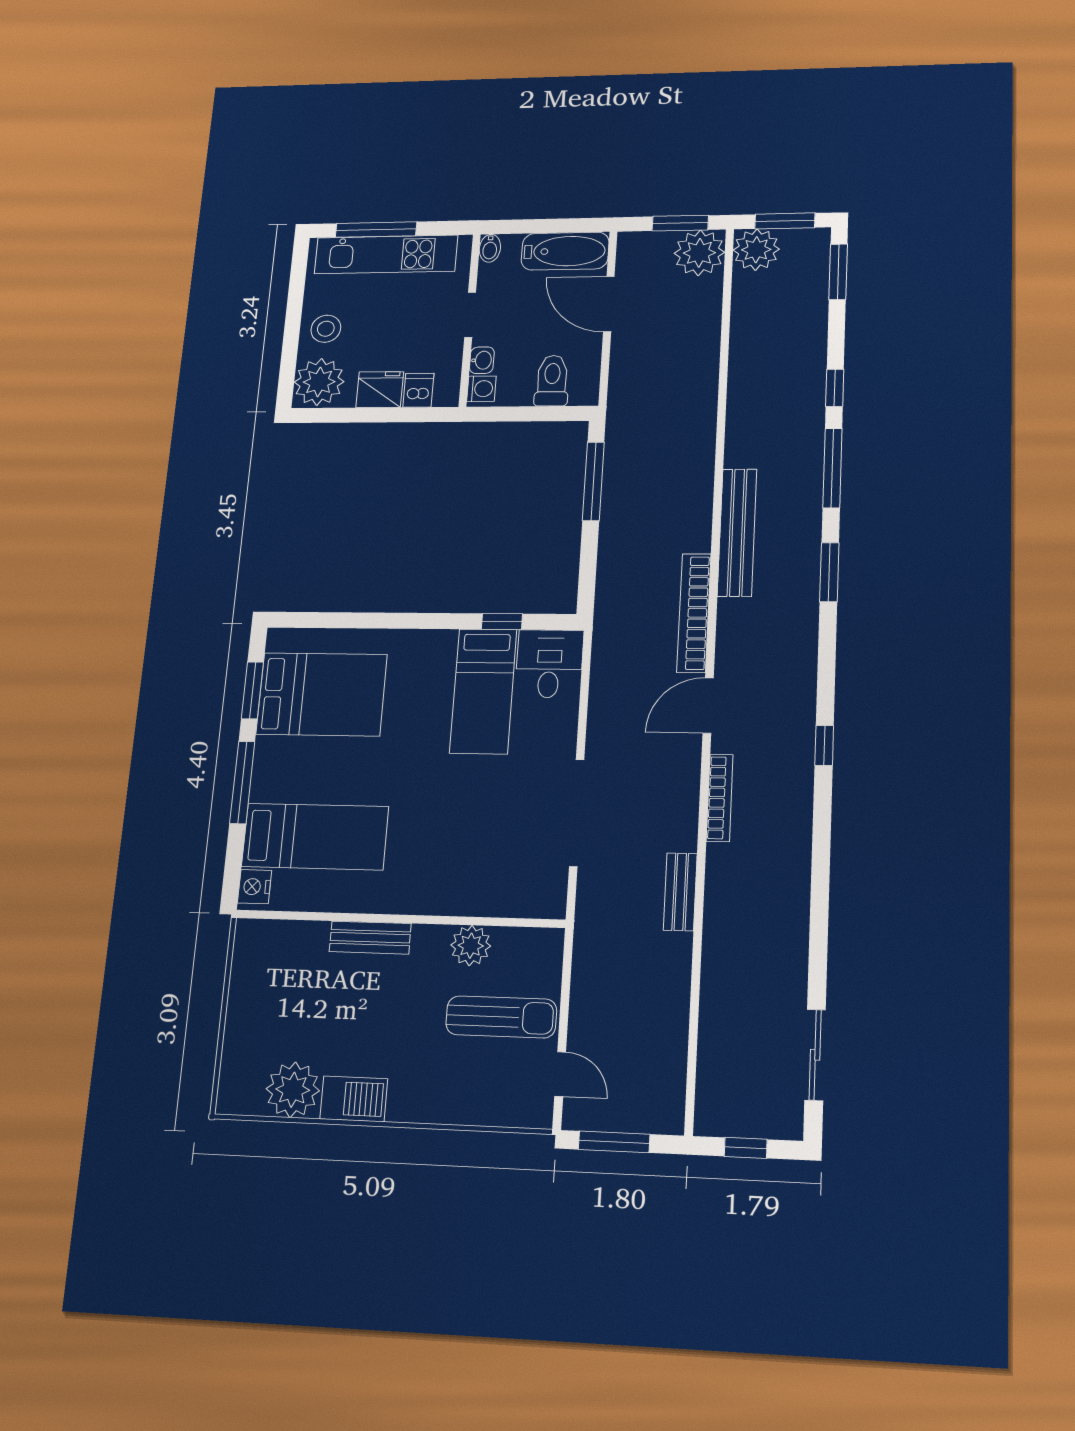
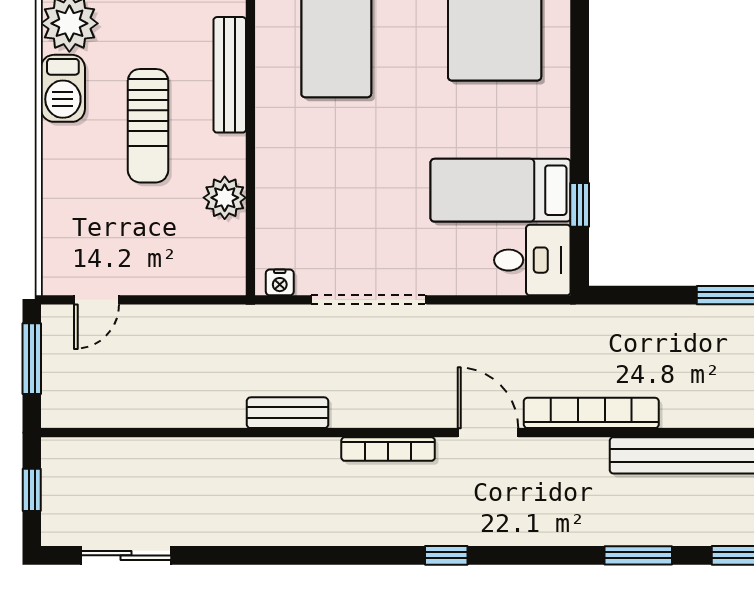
nightstand: (555, 896) -> (280, 282), added
bench: (370, 938) -> (230, 75), width x1.36
sun lounger: (501, 1017) -> (148, 126), moved

